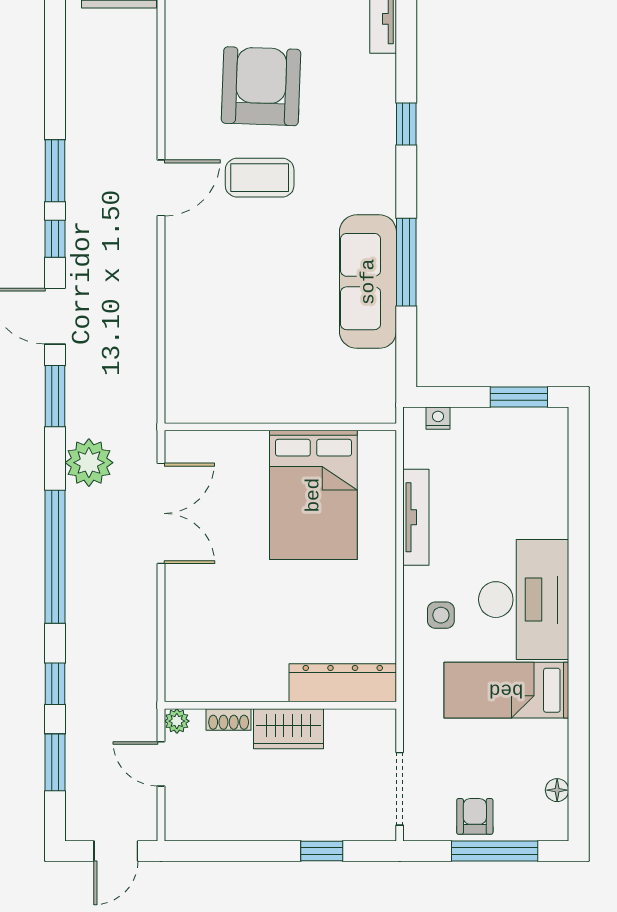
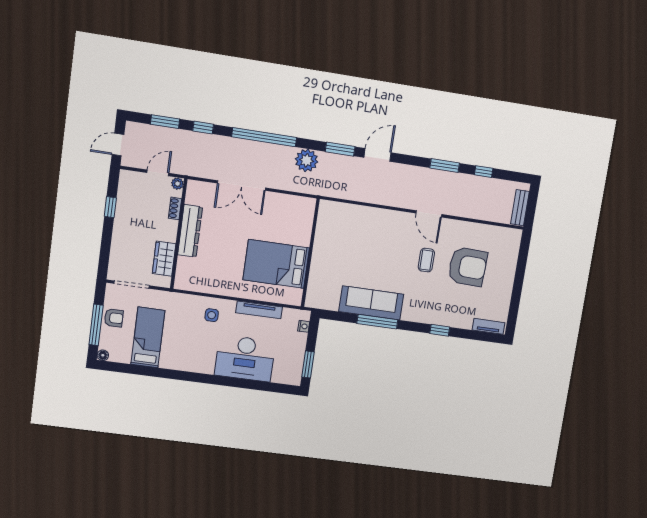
coffee table: (260, 178) -> (426, 260), width x0.73, depth x0.77
window: (55, 239) -> (484, 172), moved
double door: (161, 513) -> (242, 186), moved
desk: (524, 600) -> (245, 358), moved
dresser: (343, 683) -> (190, 231), moved
bed: (506, 690) -> (148, 337), moved
wardrobe: (288, 729) -> (164, 259), moved
floor lamp: (557, 790) -> (103, 355), moved
door: (116, 851) -> (118, 145), hinge flipped
window: (322, 851) -> (110, 207), moved

